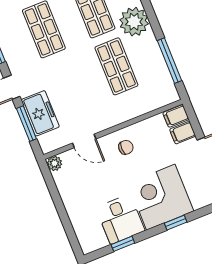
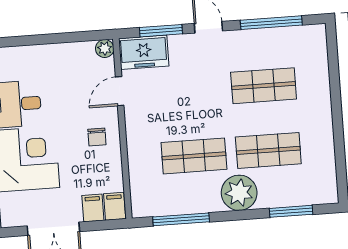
freezer: (40, 113) -> (144, 52), moved

